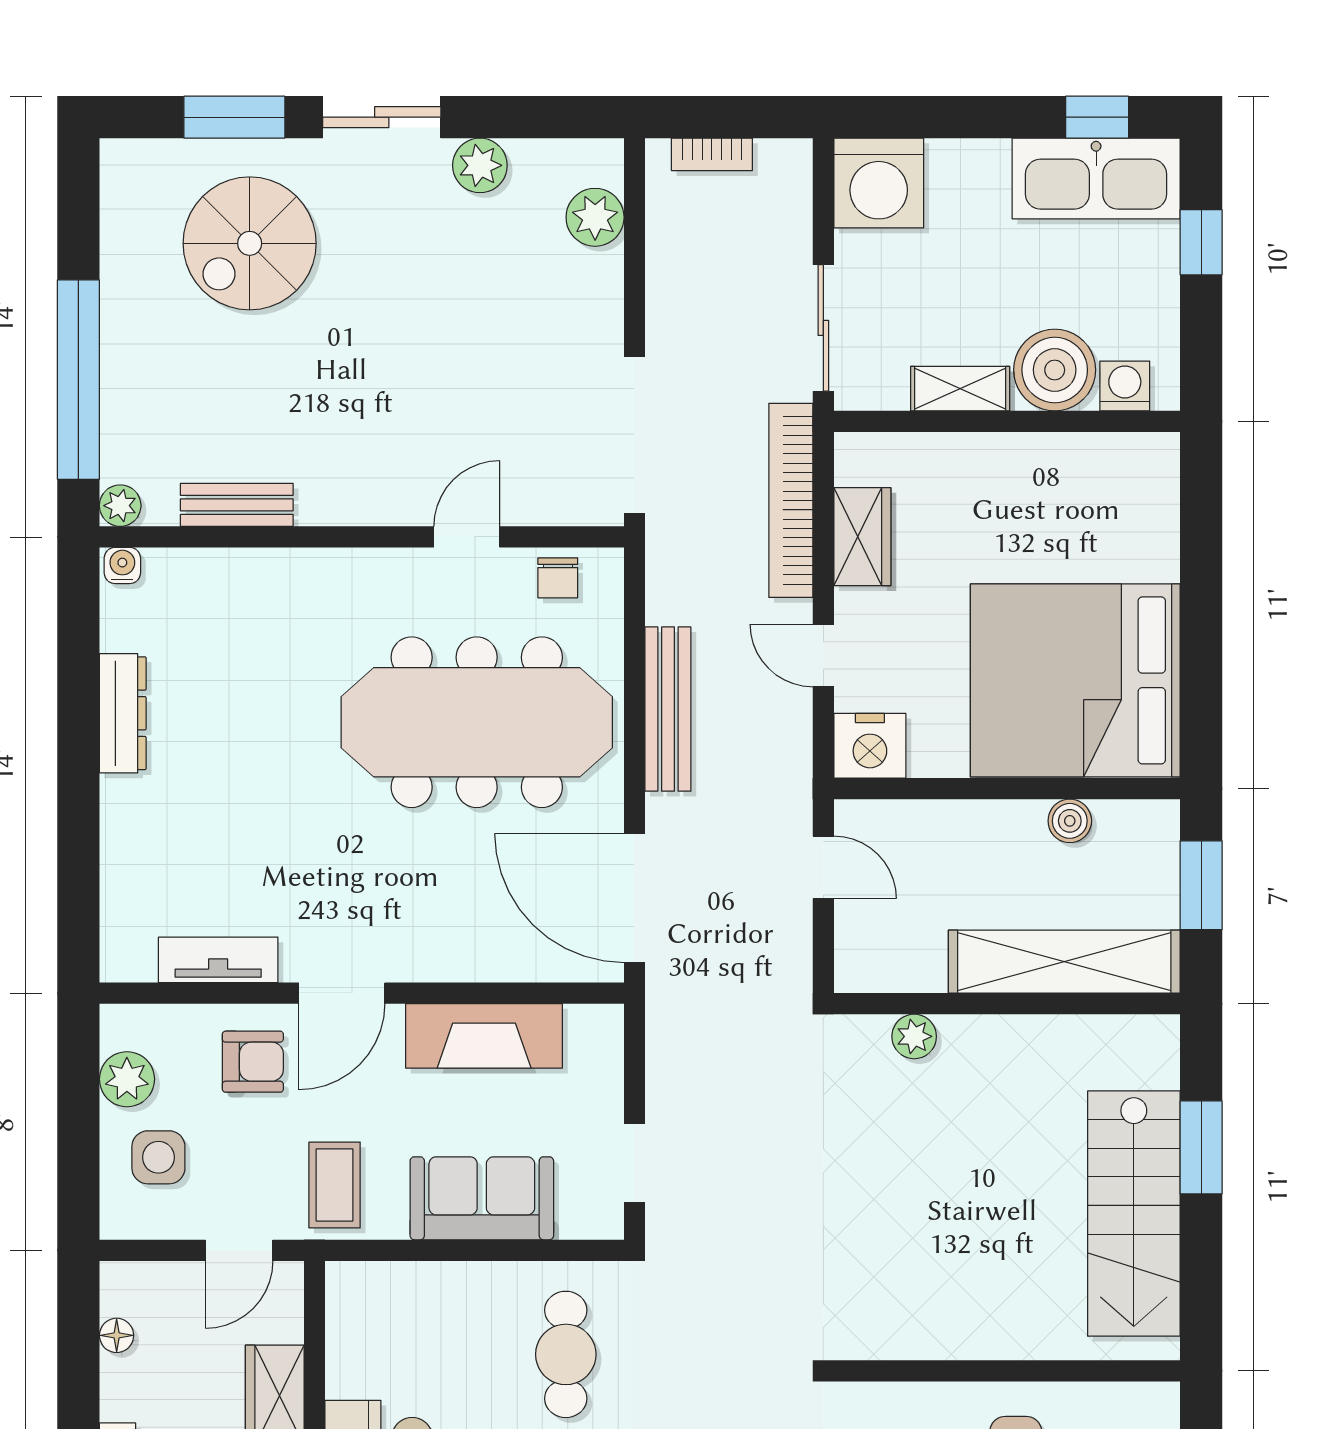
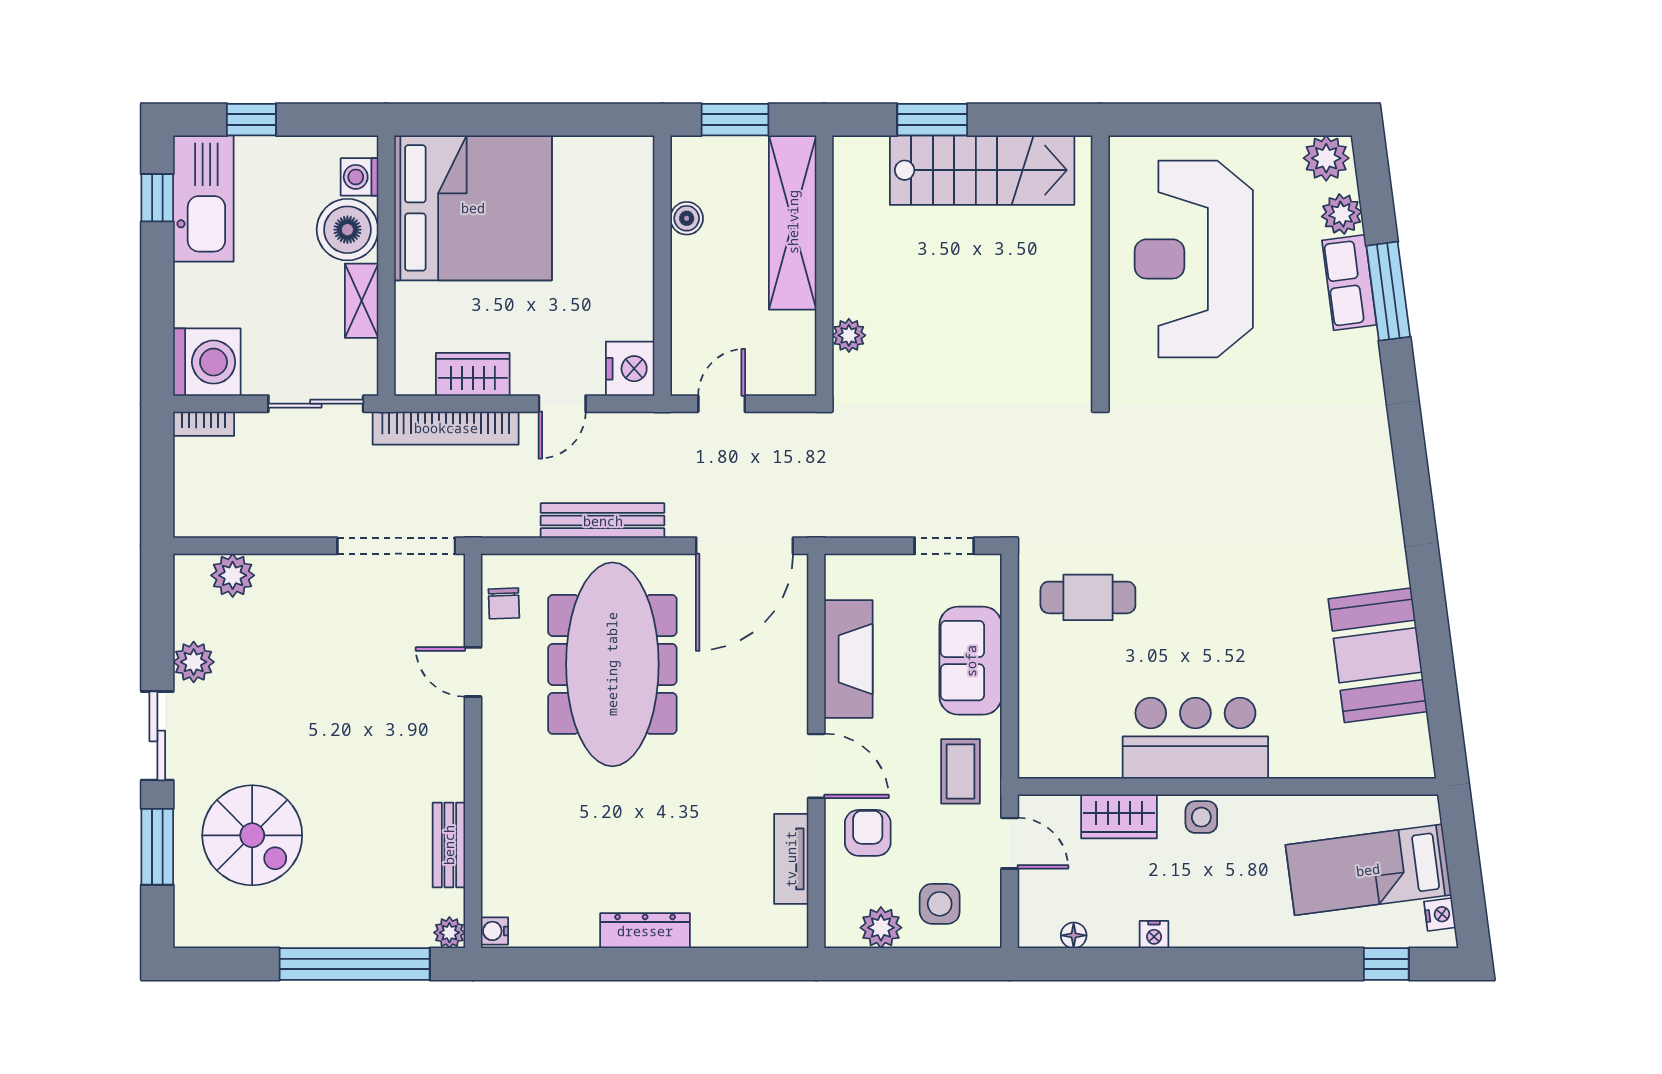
bookcase: (712, 154) -> (204, 424), moved, turned 90
chair: (558, 578) -> (504, 603), turned 88
bed: (1075, 680) -> (473, 208), moved, turned -90
dresser: (123, 713) -> (645, 931), moved
coffee table: (335, 1185) -> (960, 771), turned 90

